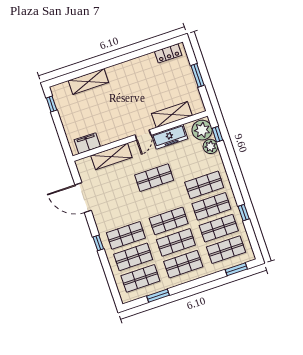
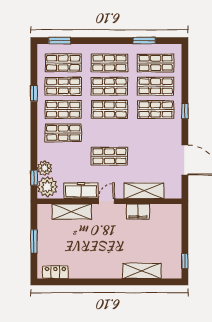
filing cabinet: (87, 143) -> (138, 211), moved

